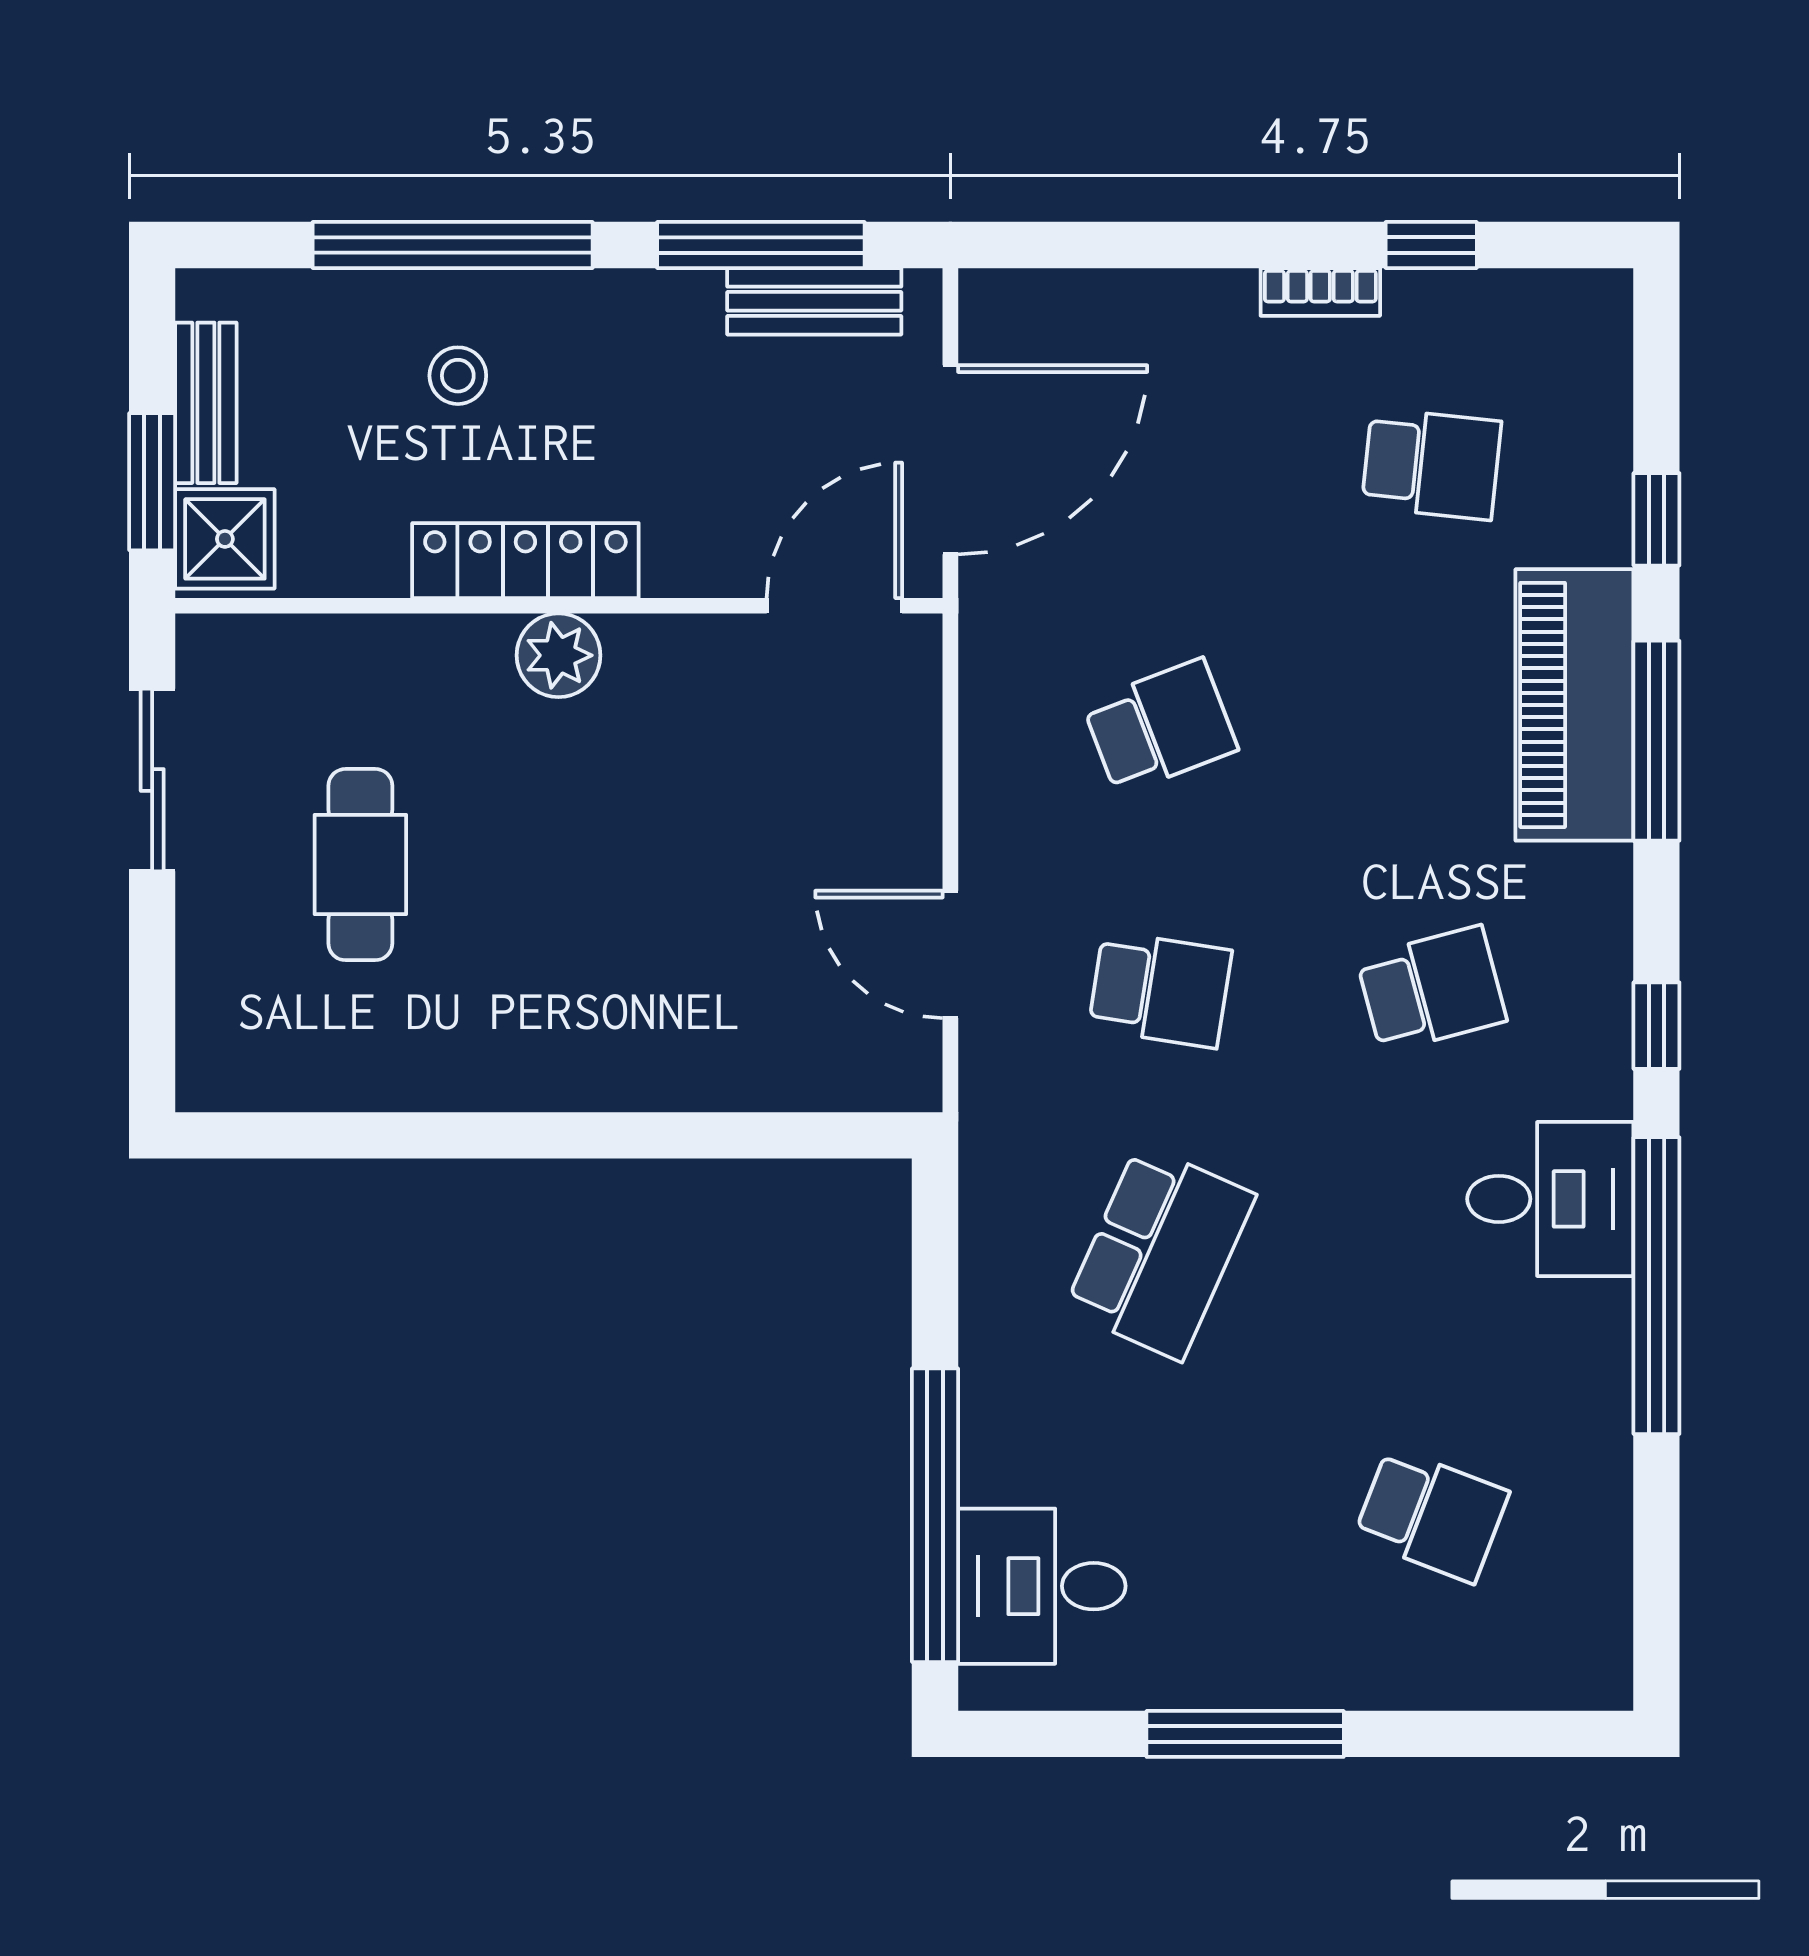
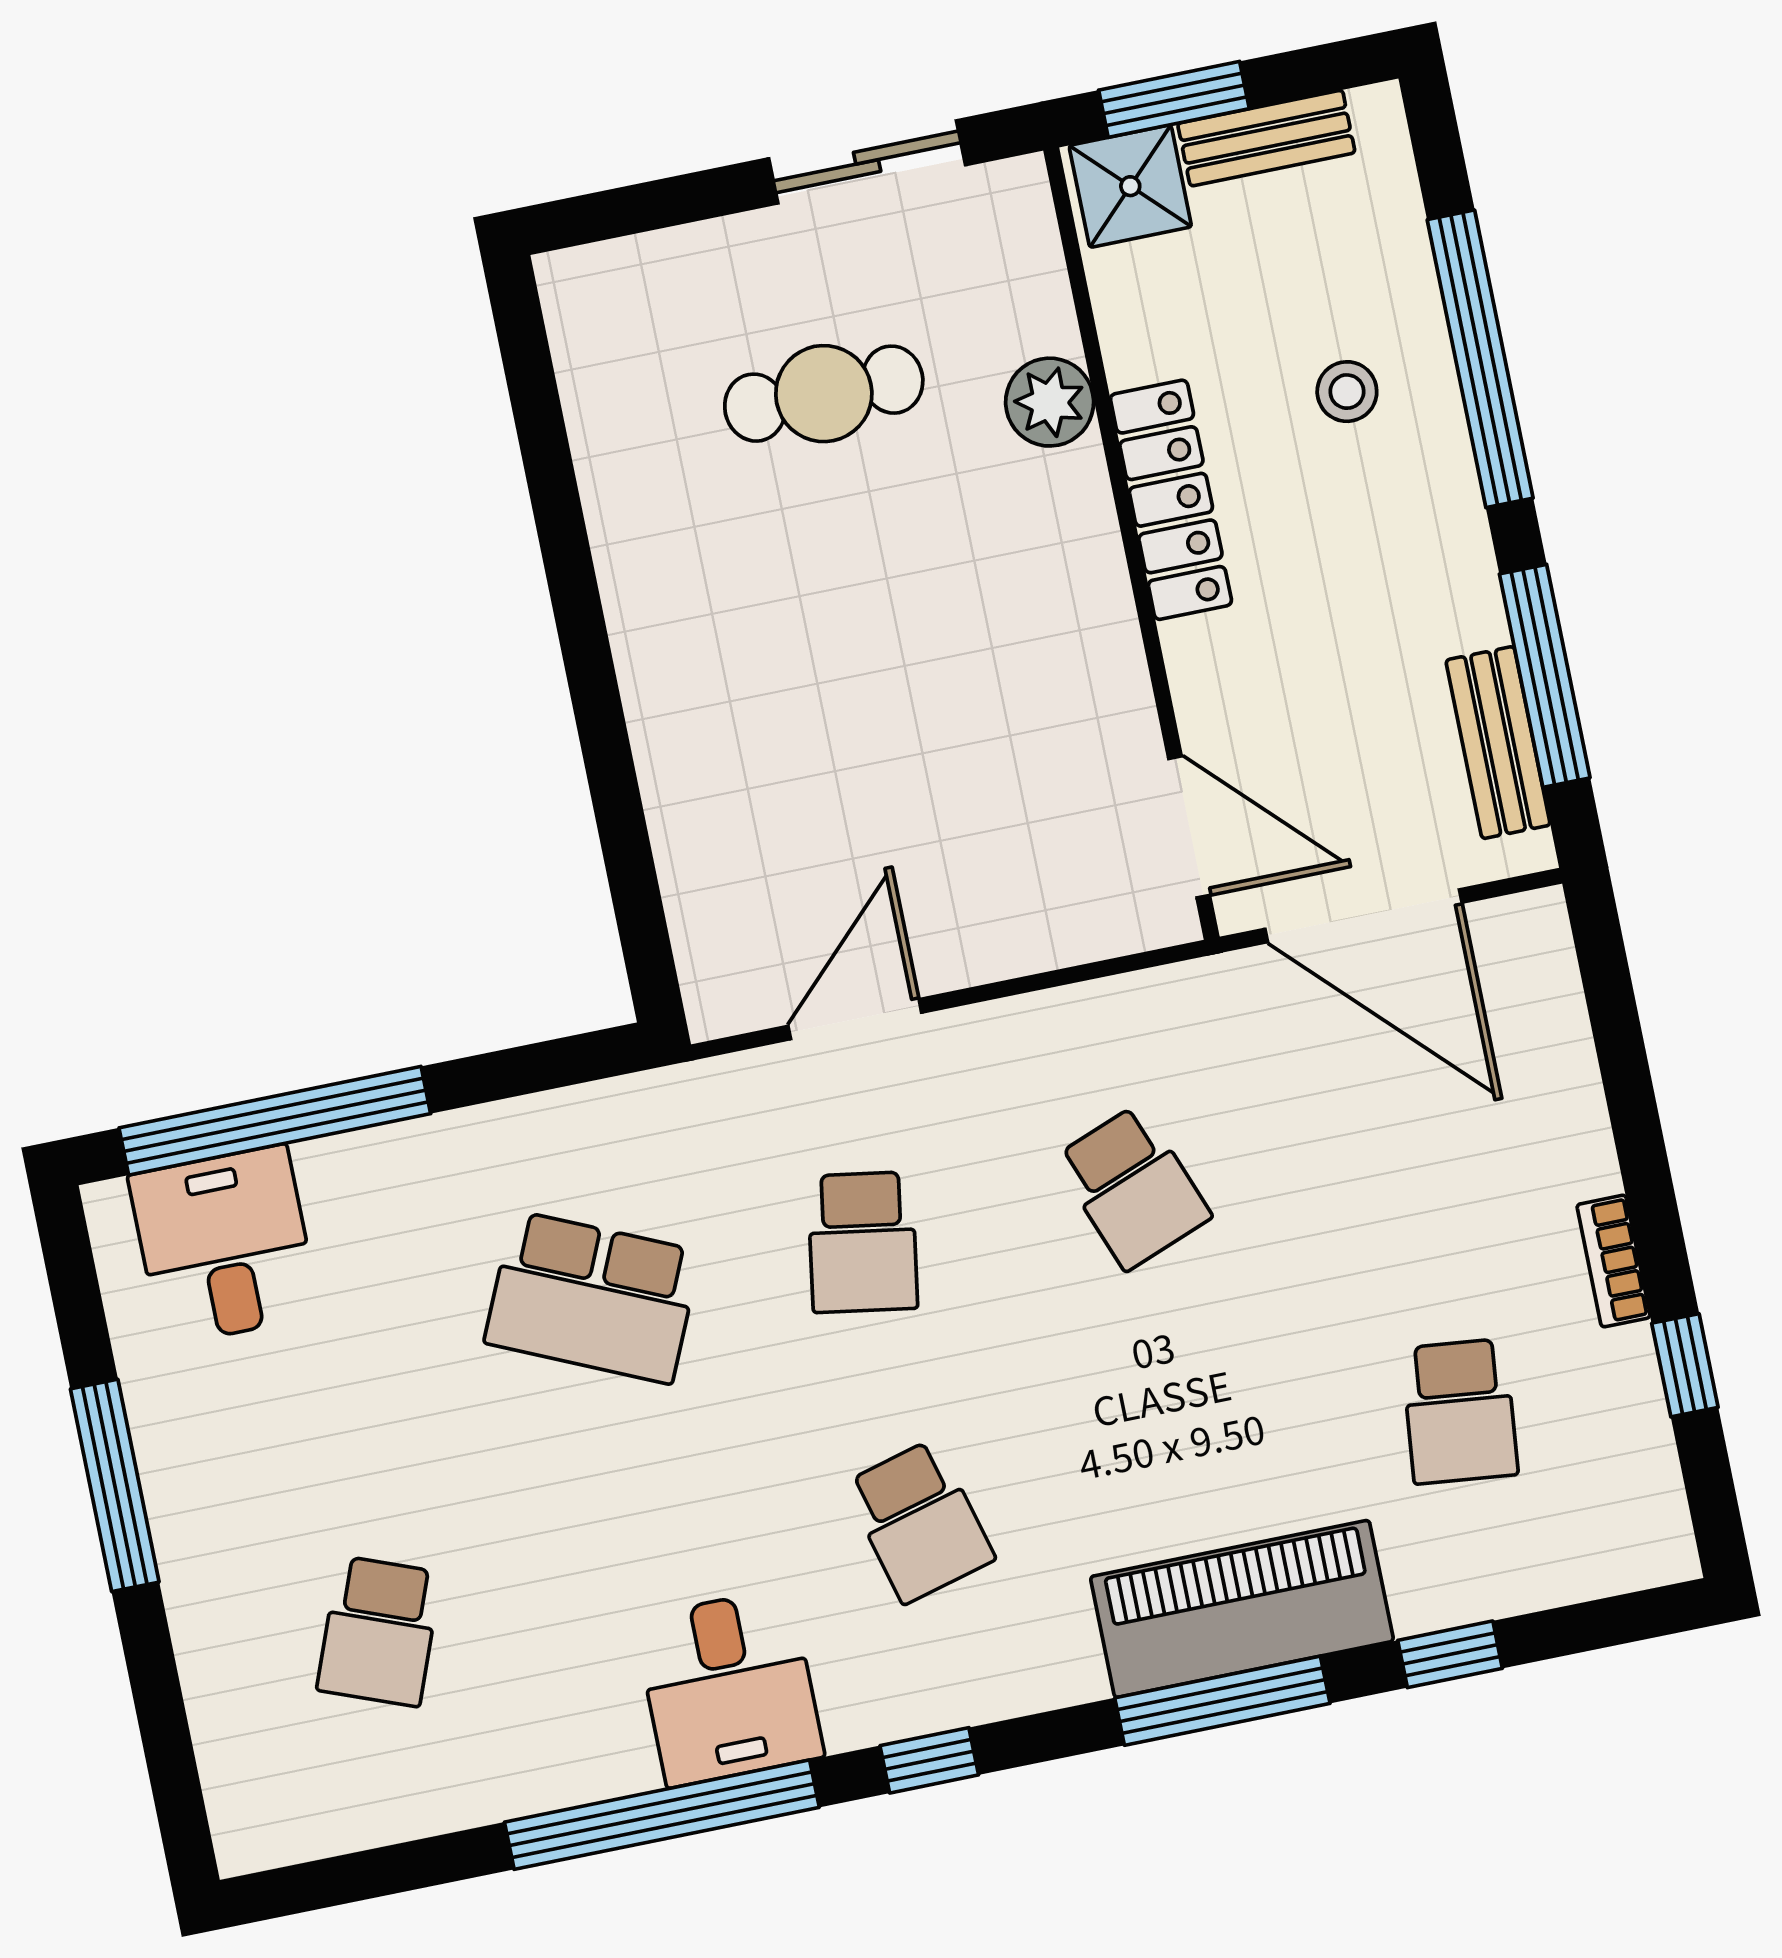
plant: (558, 655) -> (1050, 402), moved

